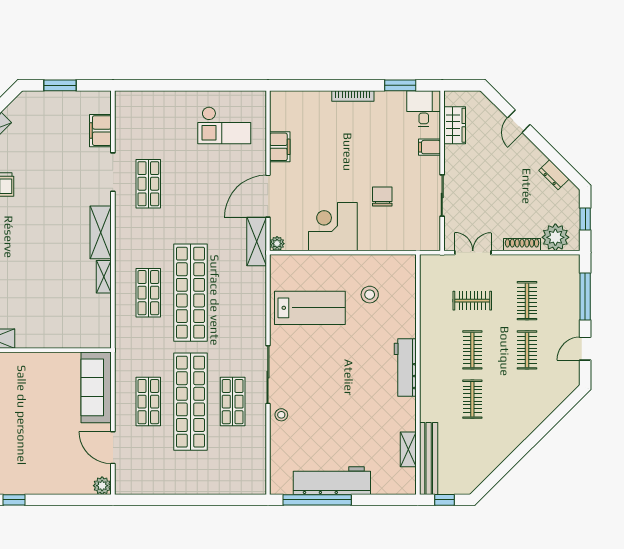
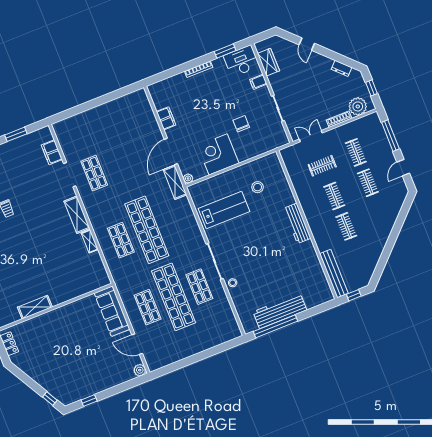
desk: (424, 109) -> (241, 61), width x1.37
checkout: (224, 125) -> (127, 119), removed
shelving: (408, 449) -> (319, 273), removed

